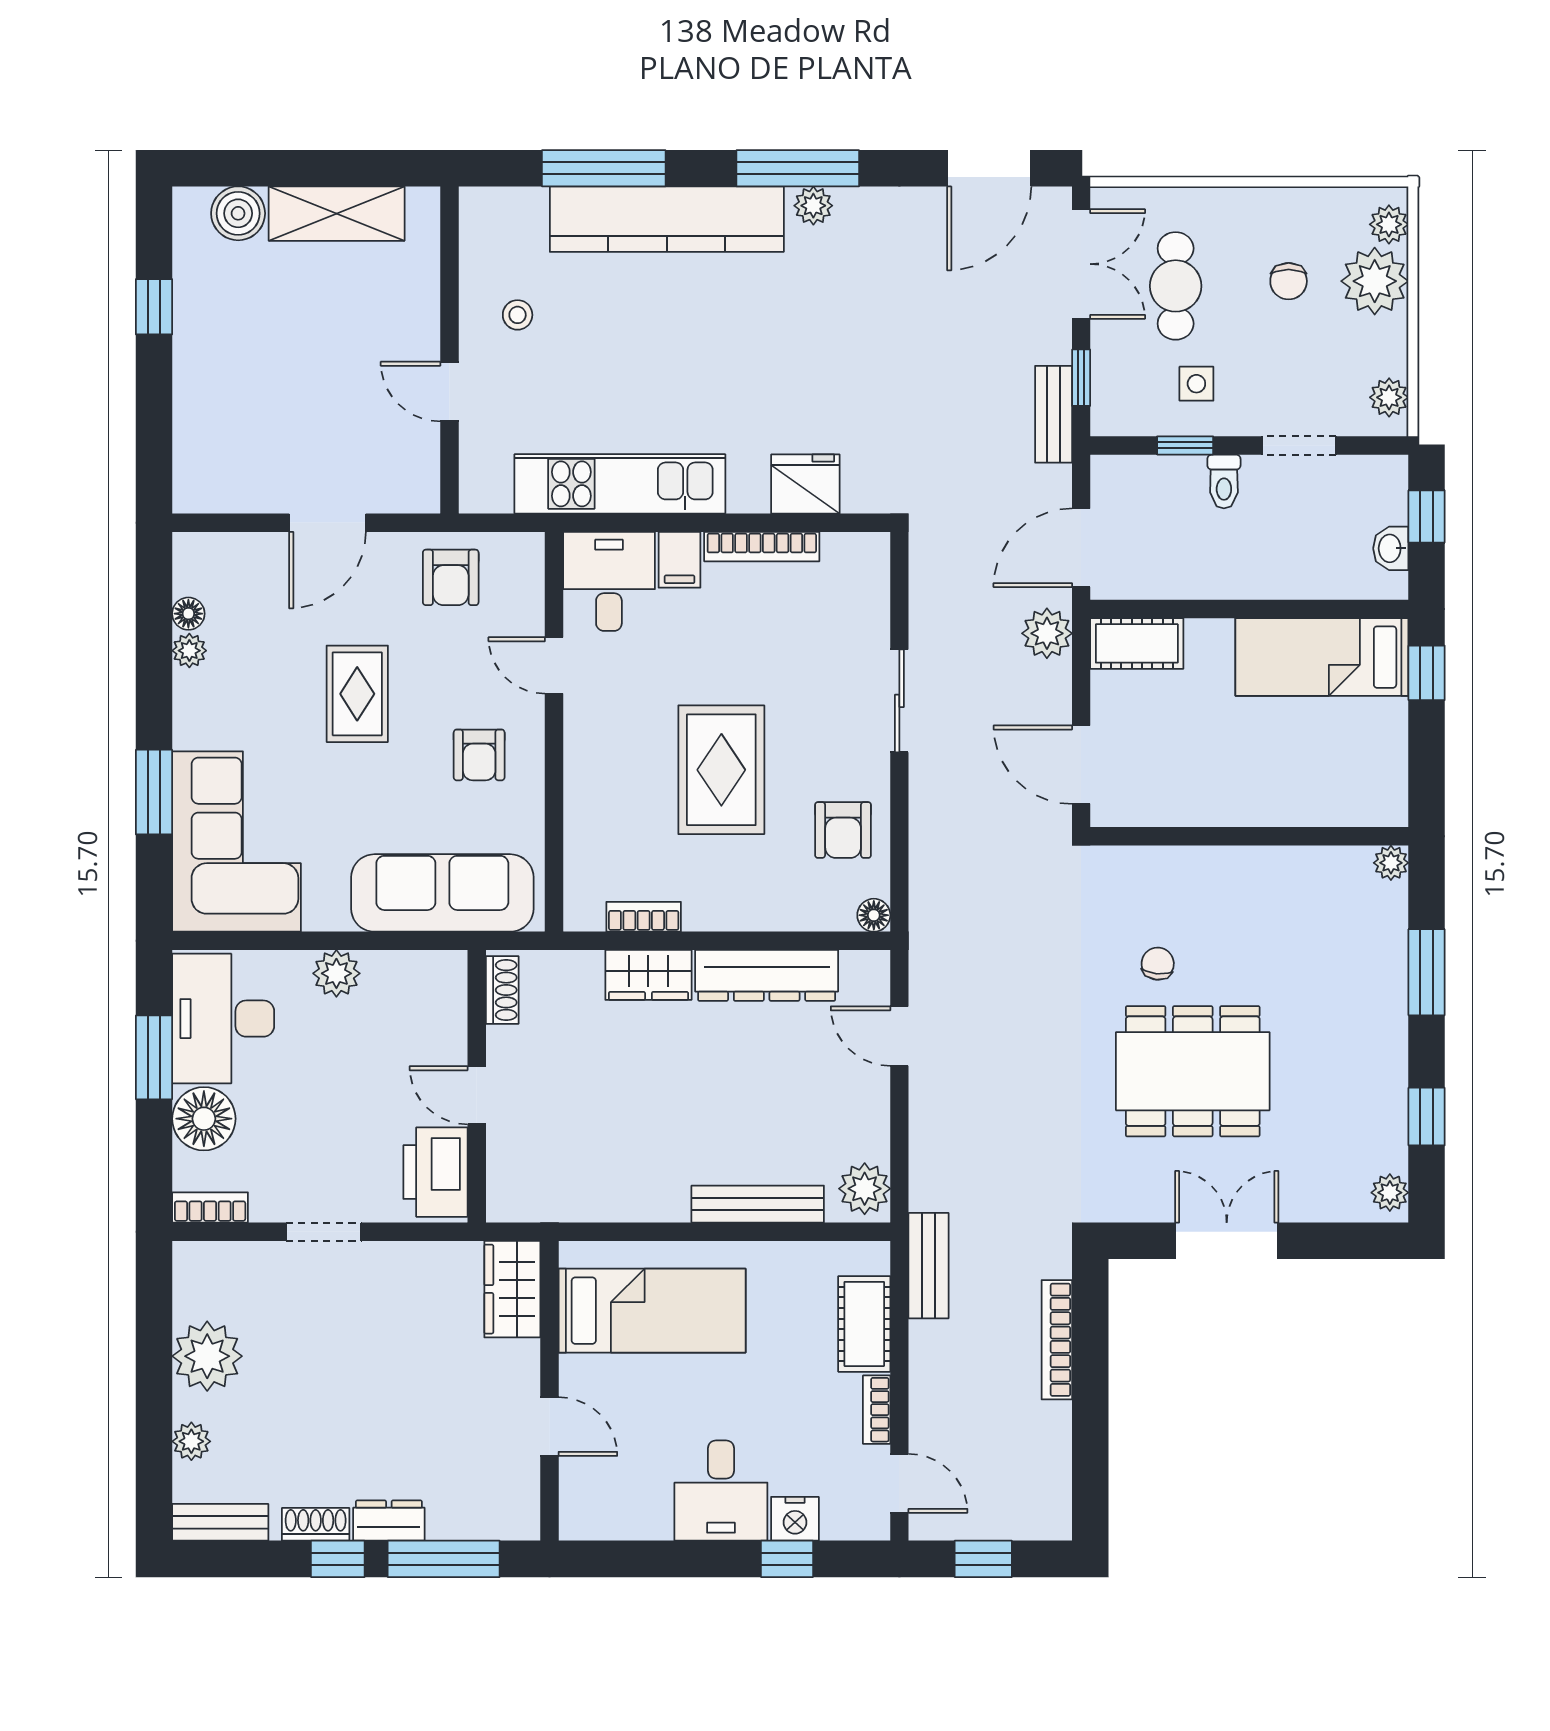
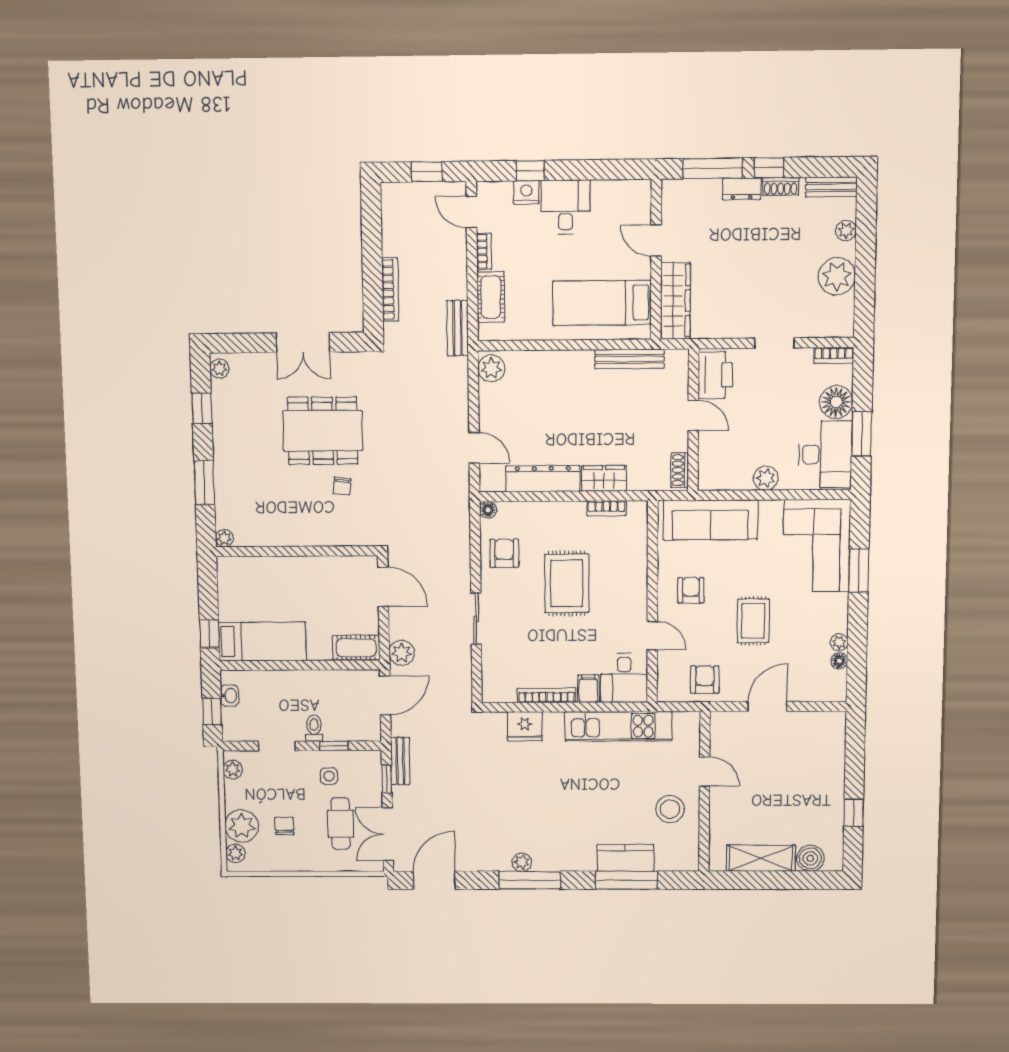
kitchen counter: (667, 219) -> (625, 858), width x0.48, depth x0.86
stool: (518, 315) -> (670, 809), width x1.89, depth x1.89
bench: (758, 1204) -> (629, 359), moved
wardrobe: (512, 1289) -> (675, 301), width x1.50

